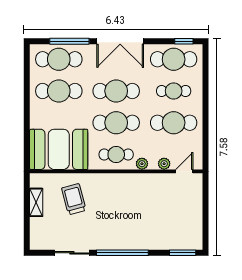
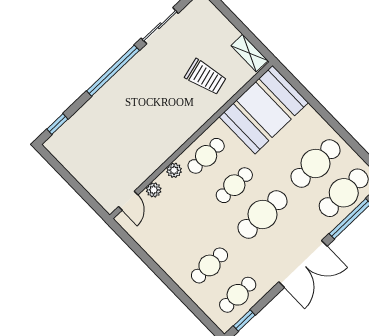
double door: (120, 41) -> (303, 264), swing flipped
cafe table: (174, 59) -> (238, 295), width x0.73, depth x0.74
cafe table: (116, 123) -> (234, 185), width x0.73, depth x0.74
cafe table: (174, 123) -> (181, 236), removed
shelving: (36, 202) -> (249, 53), moved
window: (183, 253) -> (57, 124), width x0.67

